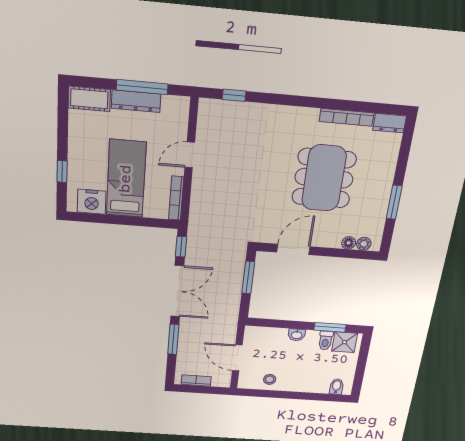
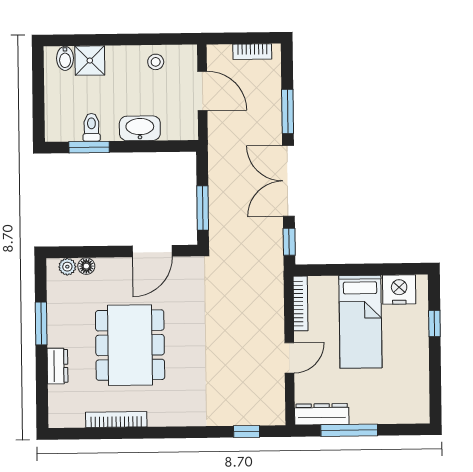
cot: (89, 99) -> (407, 411), removed
dresser: (136, 101) -> (322, 414), moved
dresser: (390, 123) -> (58, 366), moved, turned 90
washbasin: (297, 335) -> (140, 128), width x1.91, depth x1.45
shower: (345, 342) -> (90, 61), moved

